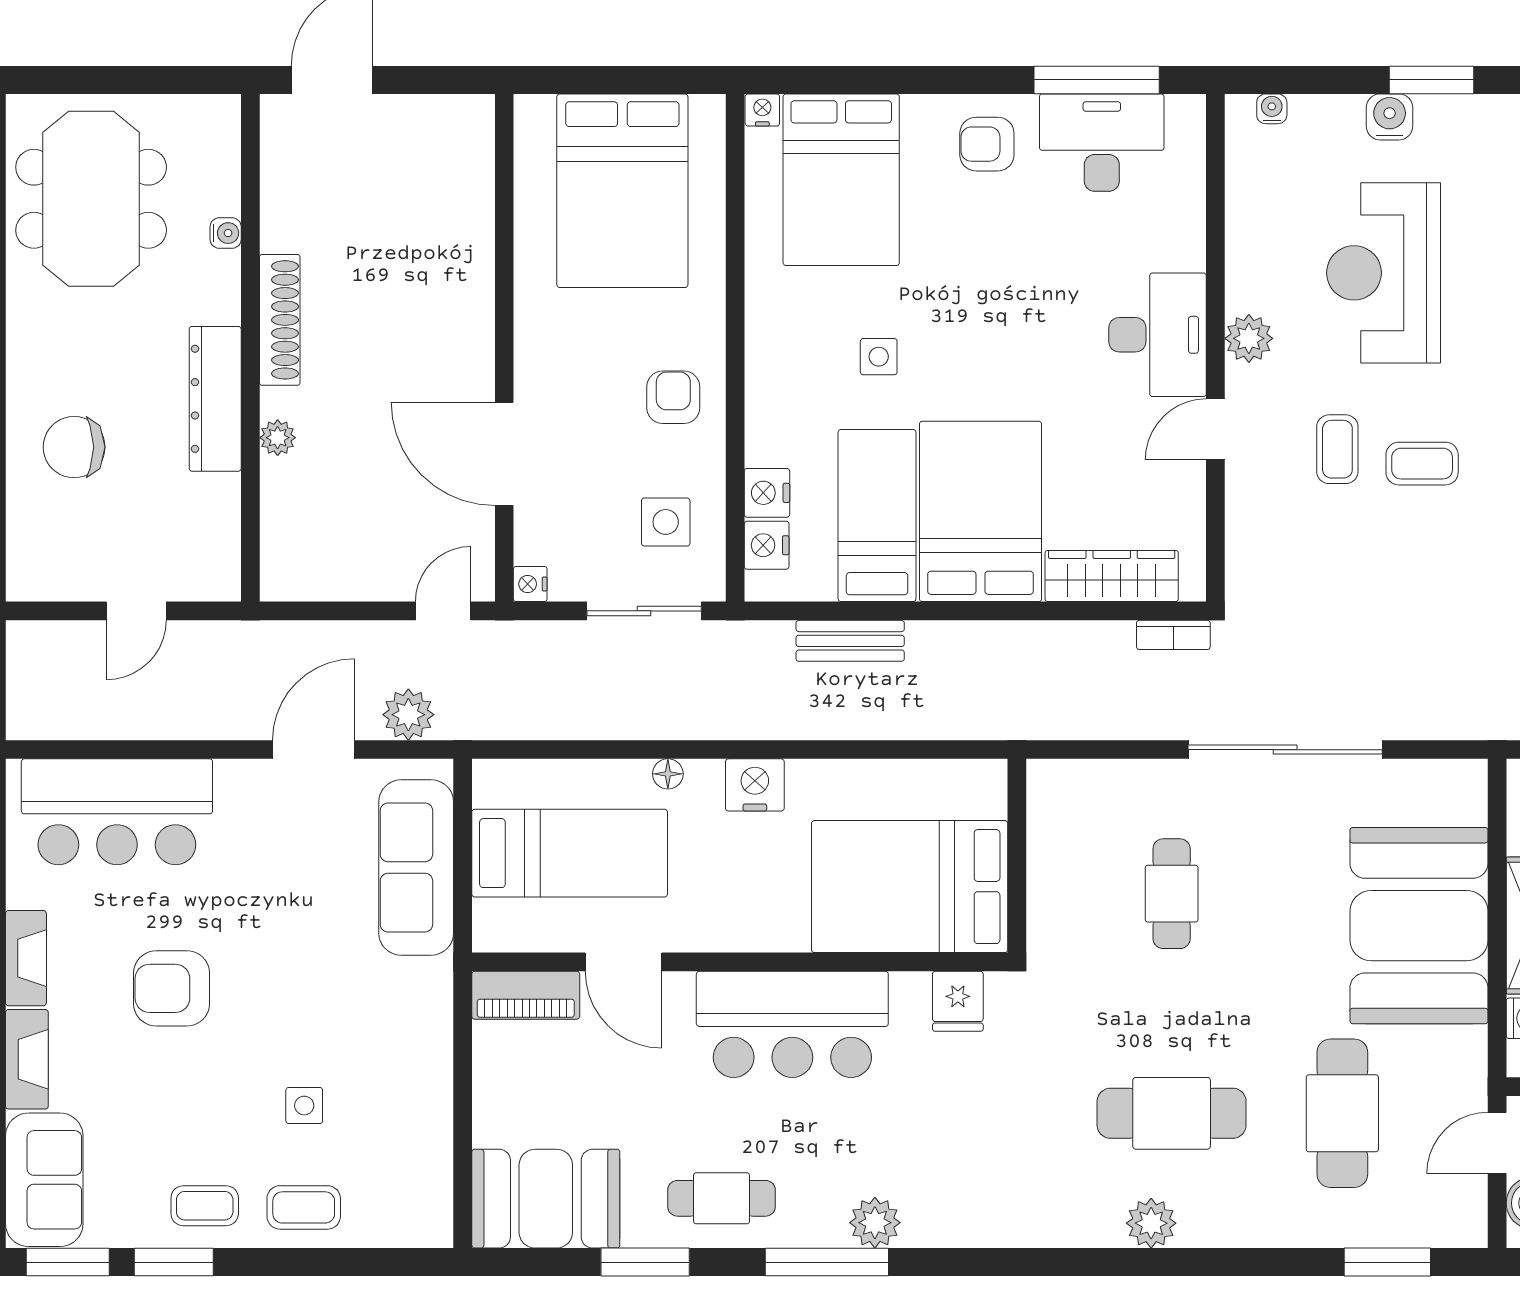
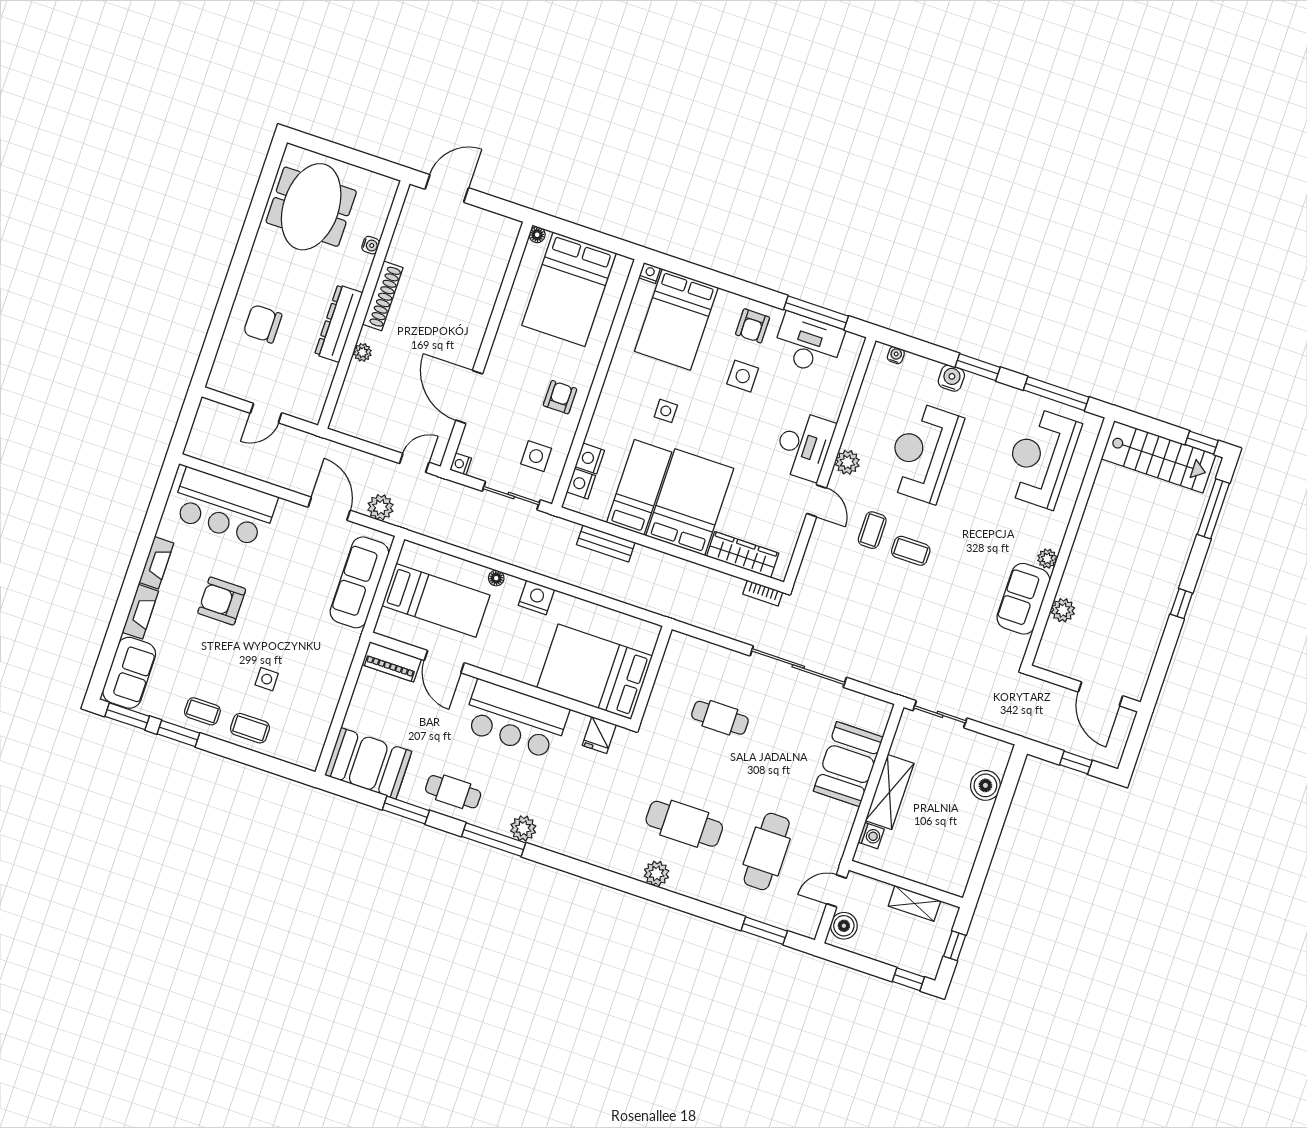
floor lamp: (529, 109) -> (537, 235), added
armchair: (987, 144) -> (753, 326), turned -90
side table: (1000, 244) -> (743, 376), added
door: (1215, 429) -> (816, 501), swing flipped
door: (313, 750) -> (329, 509), hinge flipped
cafe table: (1172, 894) -> (720, 718), turned 90
booth: (1419, 926) -> (848, 764), width x0.73, depth x0.70

